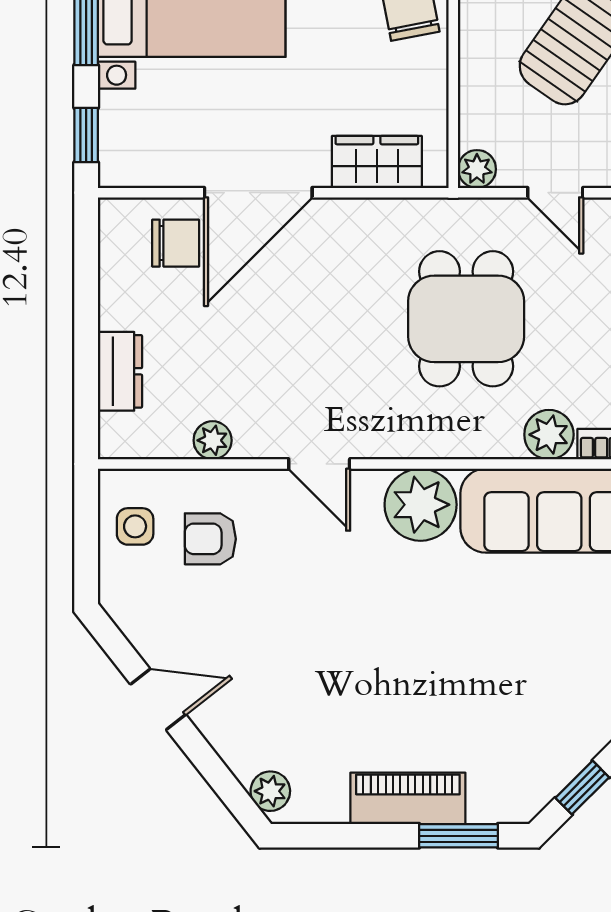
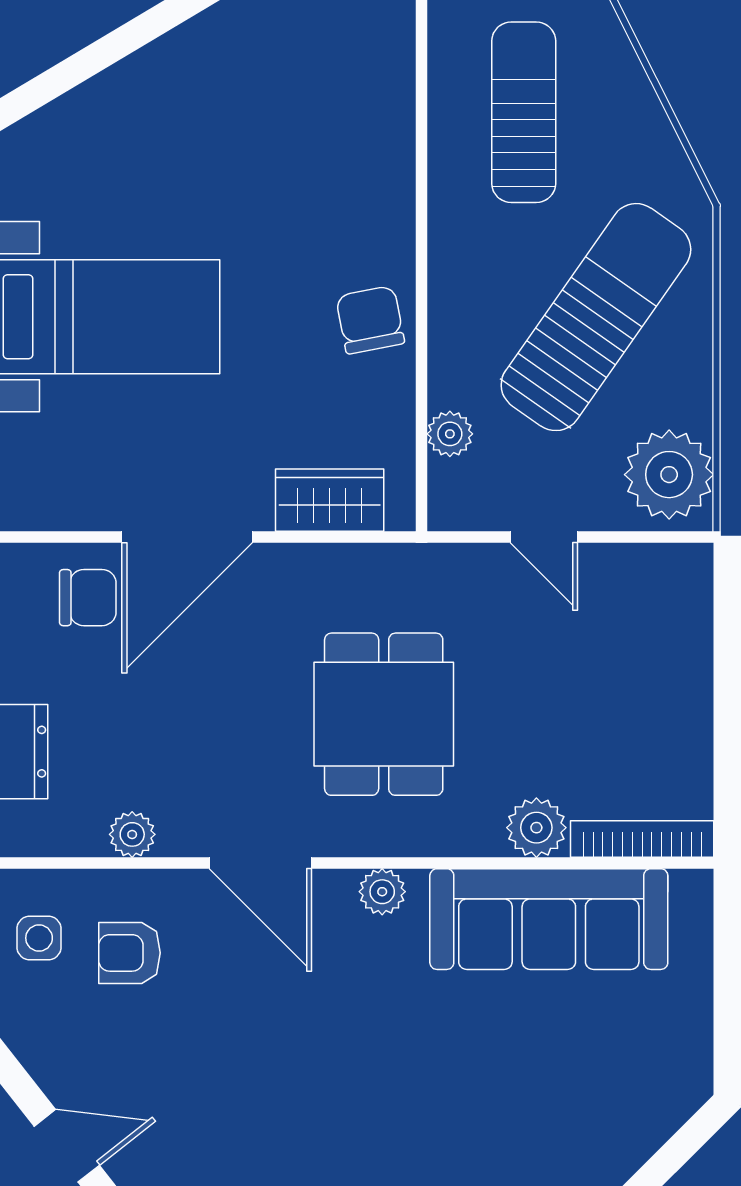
plant: (477, 169) -> (450, 434), moved
dining table: (466, 319) -> (384, 714), moved
door: (319, 464) -> (260, 863), width x1.38
plant: (421, 505) -> (382, 892), width x0.53, depth x0.53

